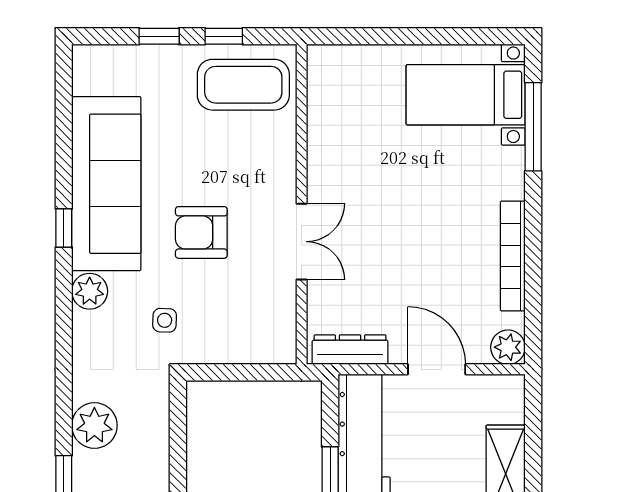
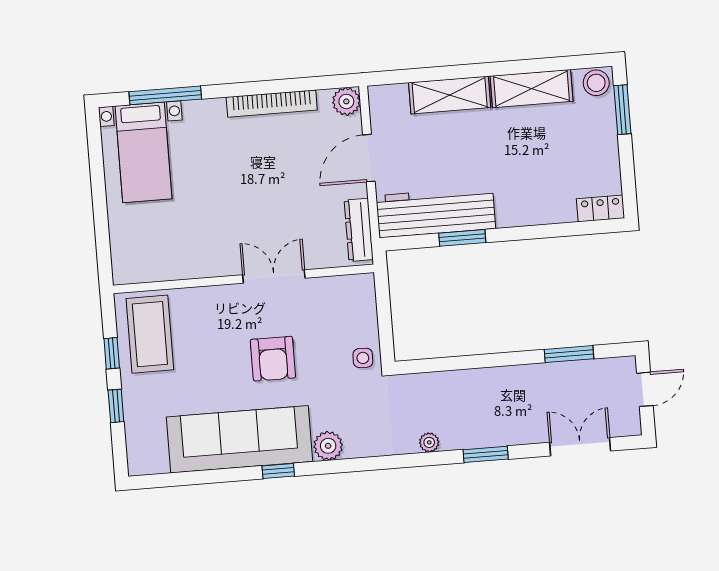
side table: (165, 320) -> (363, 358), moved
plant: (94, 425) -> (429, 442), width x0.53, depth x0.53

